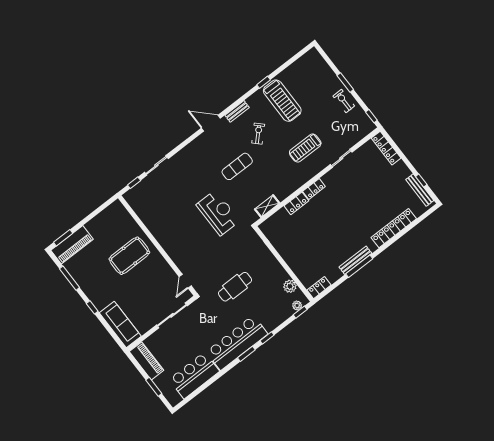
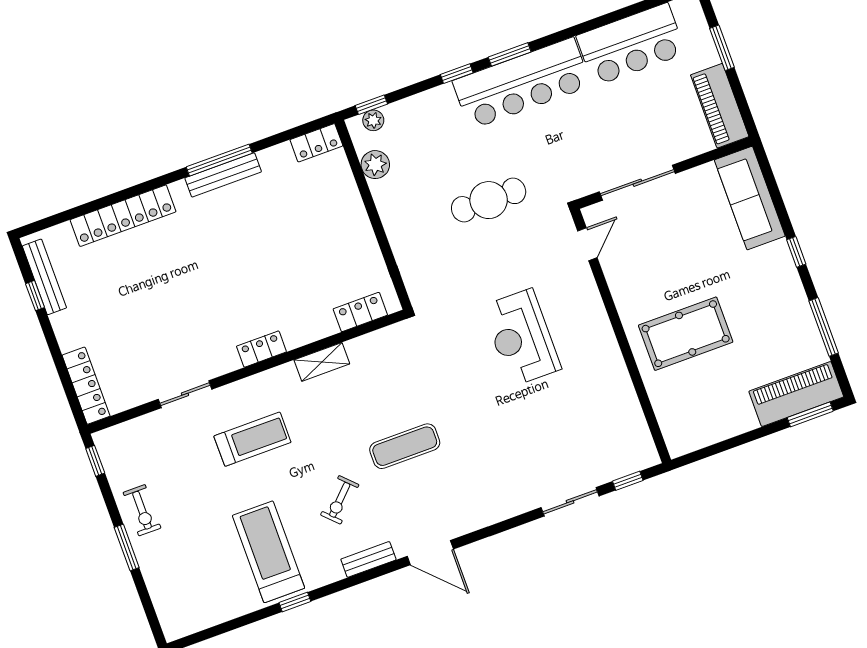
locker: (296, 203) -> (360, 312), moved
shelving: (267, 206) -> (322, 362), moved
reception desk: (218, 213) -> (522, 338), moved

